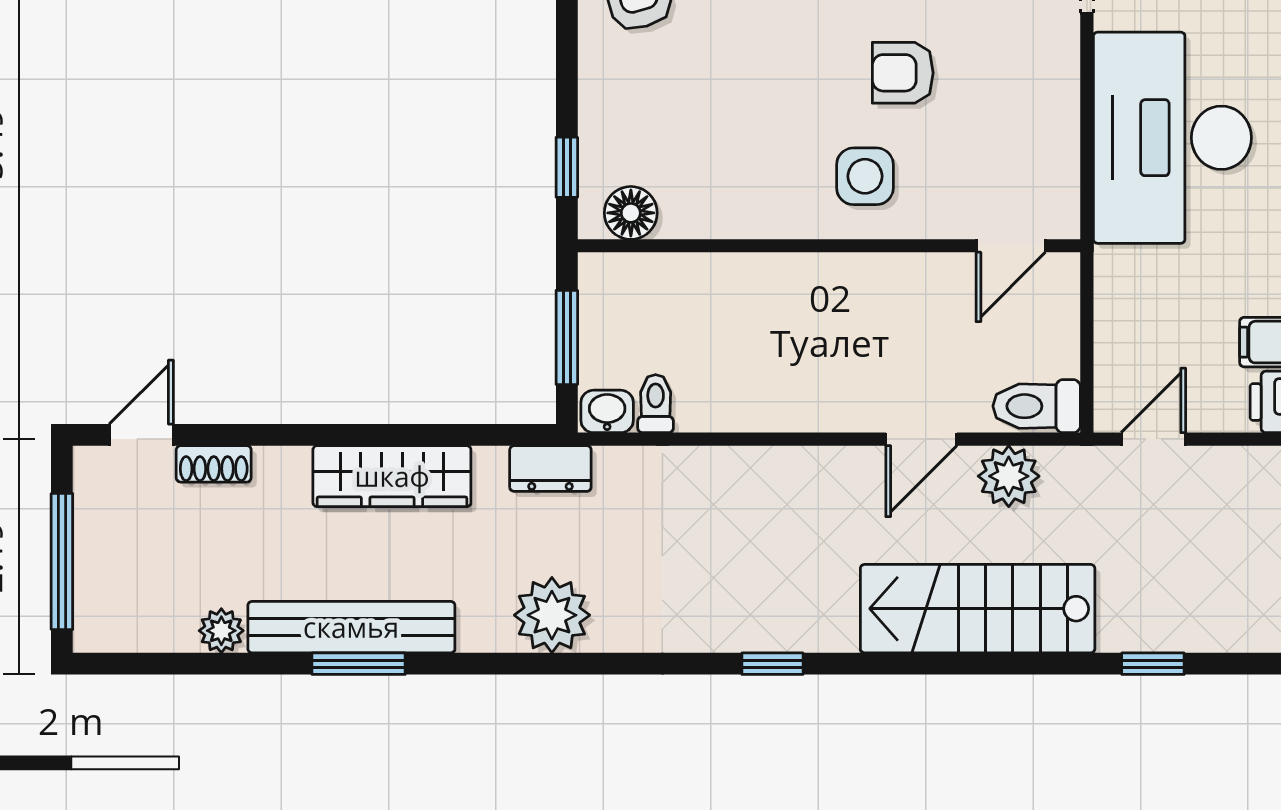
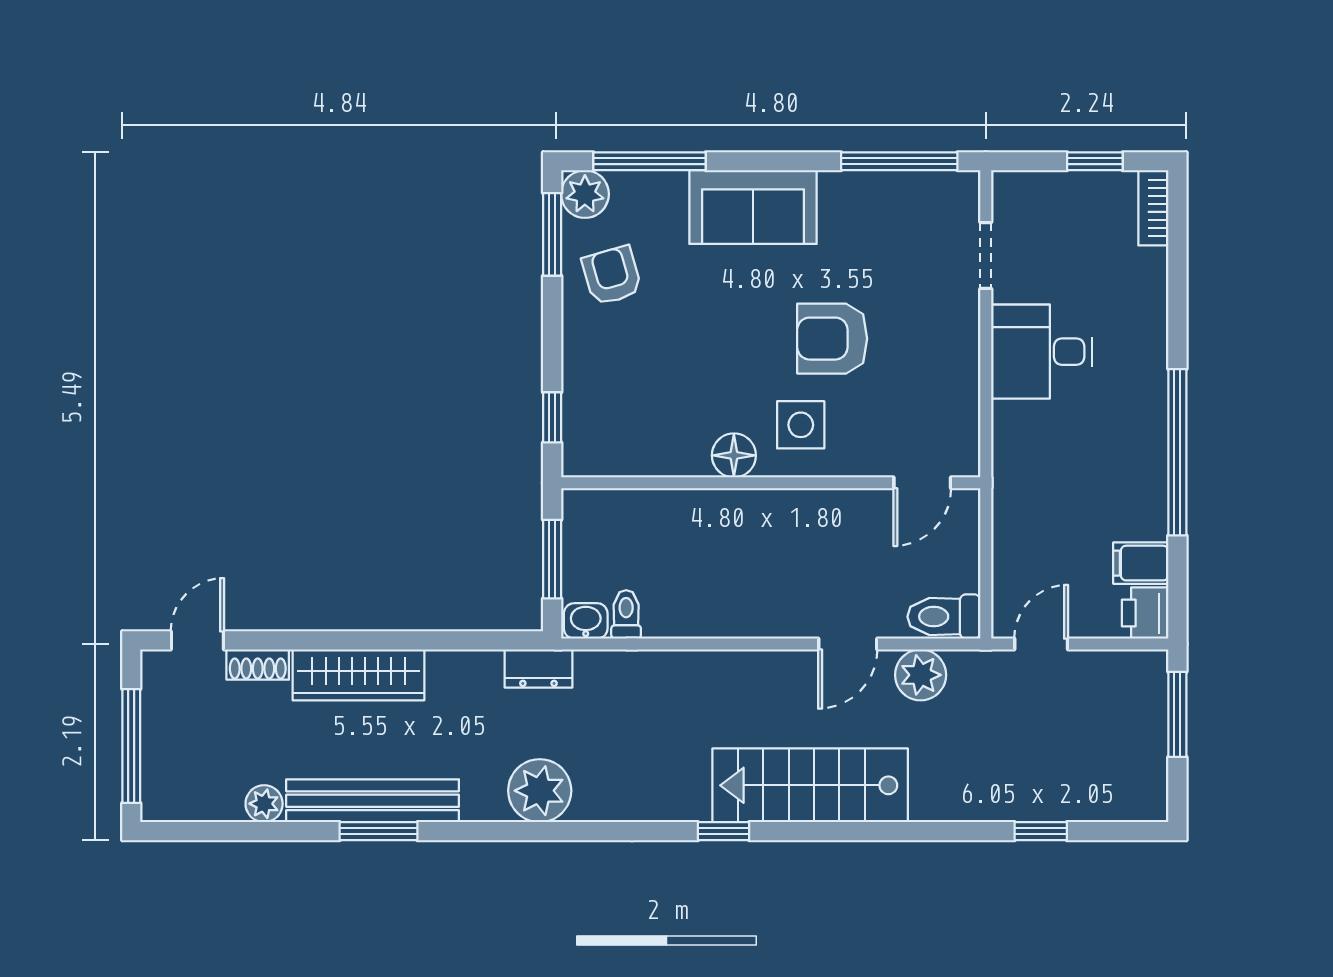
armchair: (903, 73) -> (832, 339), width x1.38, depth x1.38
desk: (1172, 138) -> (1042, 352), width x0.53, depth x0.77
floor lamp: (631, 213) -> (734, 455), moved
wardrobe: (392, 476) -> (358, 675), moved
stairs: (978, 609) -> (810, 785), moved

